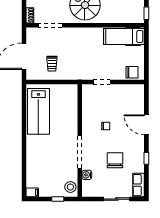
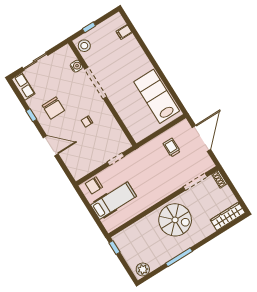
hospital bed: (124, 37) -> (114, 201), moved
chair: (115, 160) -> (53, 108), moved
filing cabinet: (32, 192) -> (124, 32), moved

